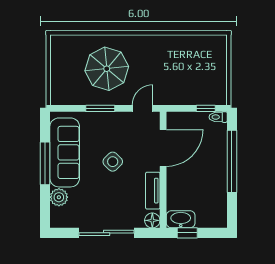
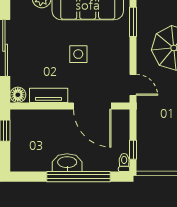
window: (100, 108) -> (133, 22), moved
side table: (113, 162) -> (78, 54), turned 45
washbasin: (181, 219) -> (67, 163), moved, turned -90

